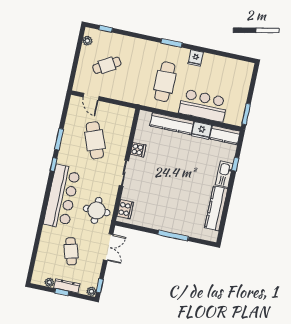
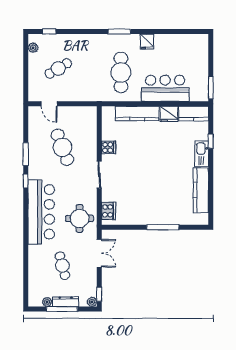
window: (62, 292) -> (62, 309), width x2.17

